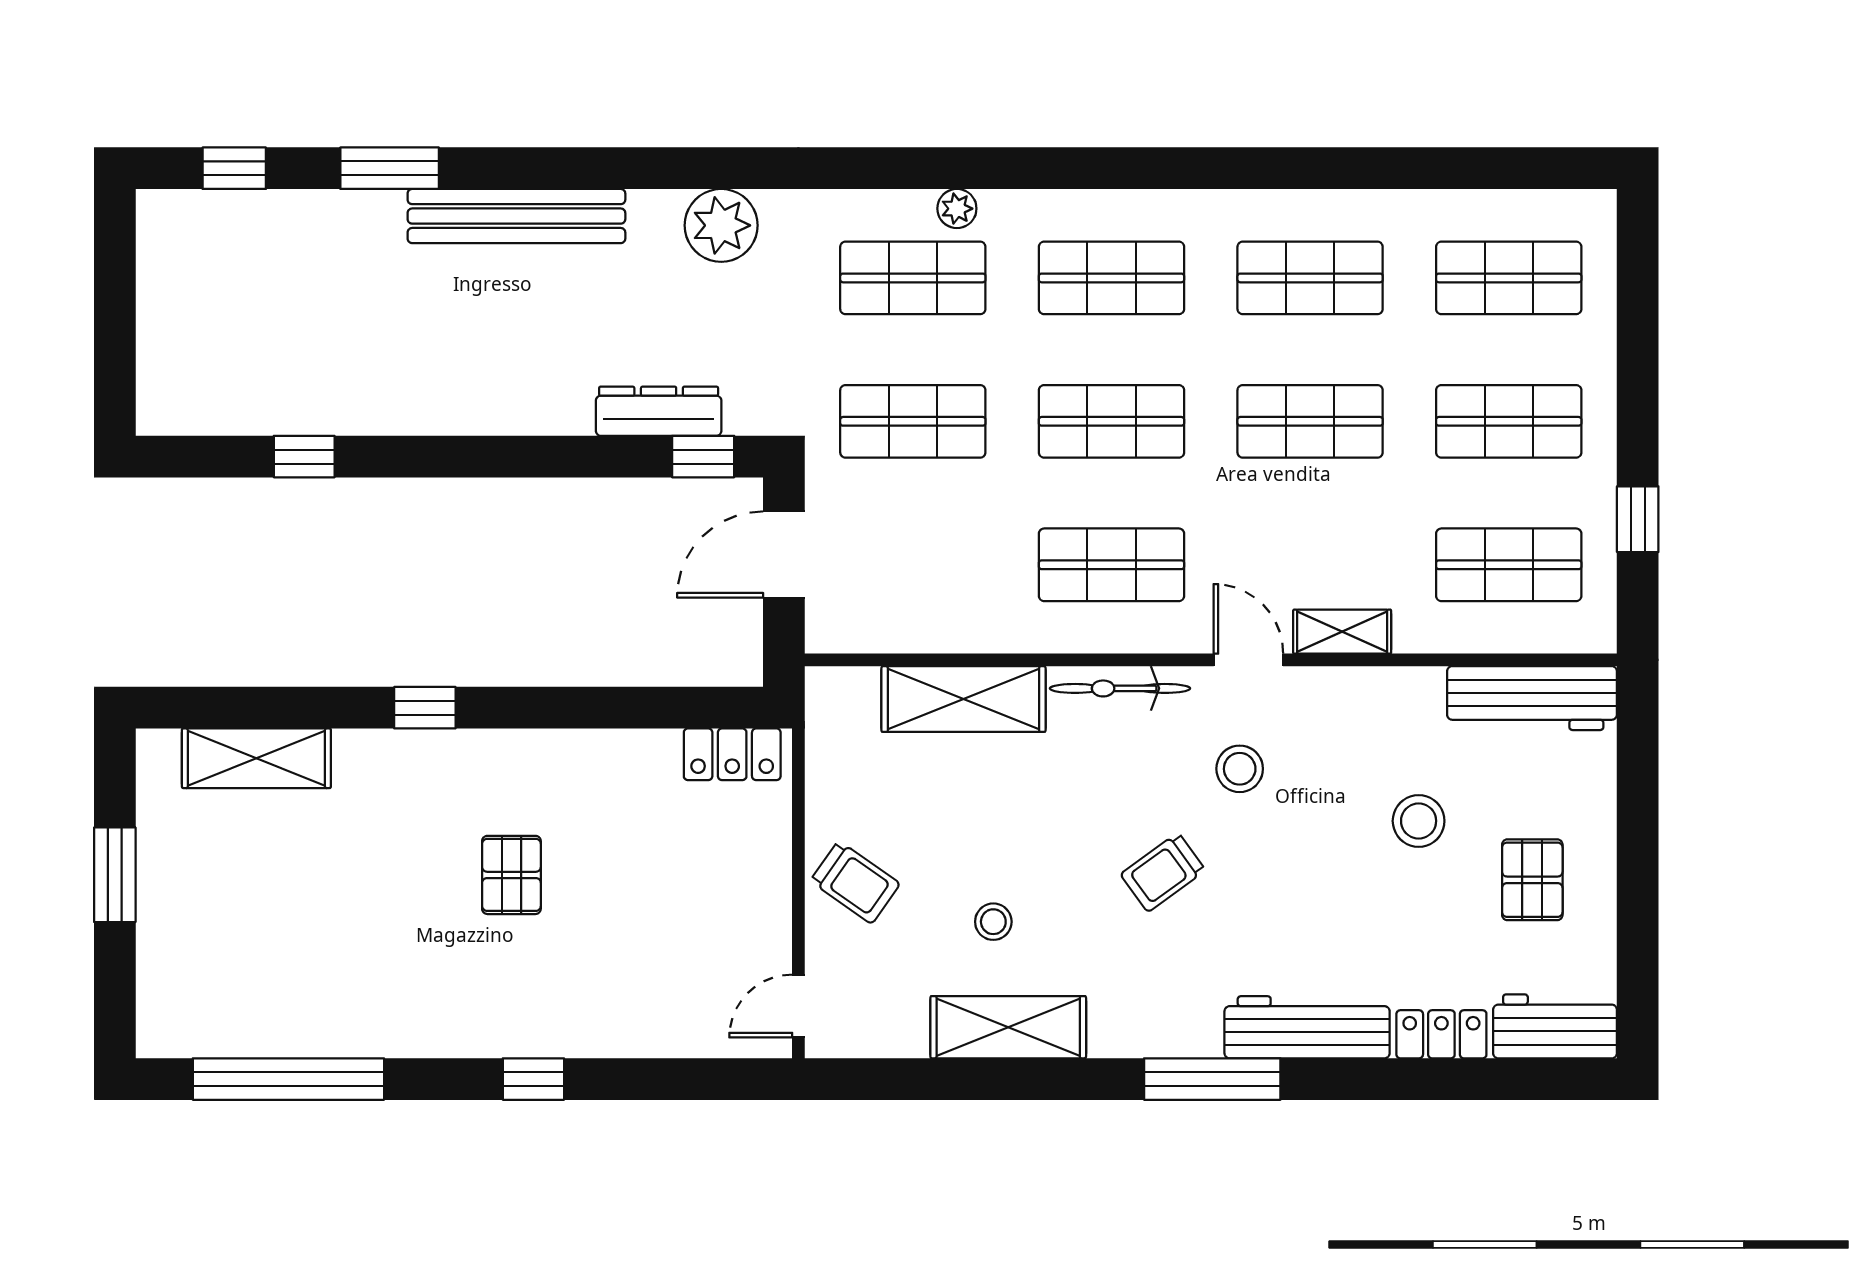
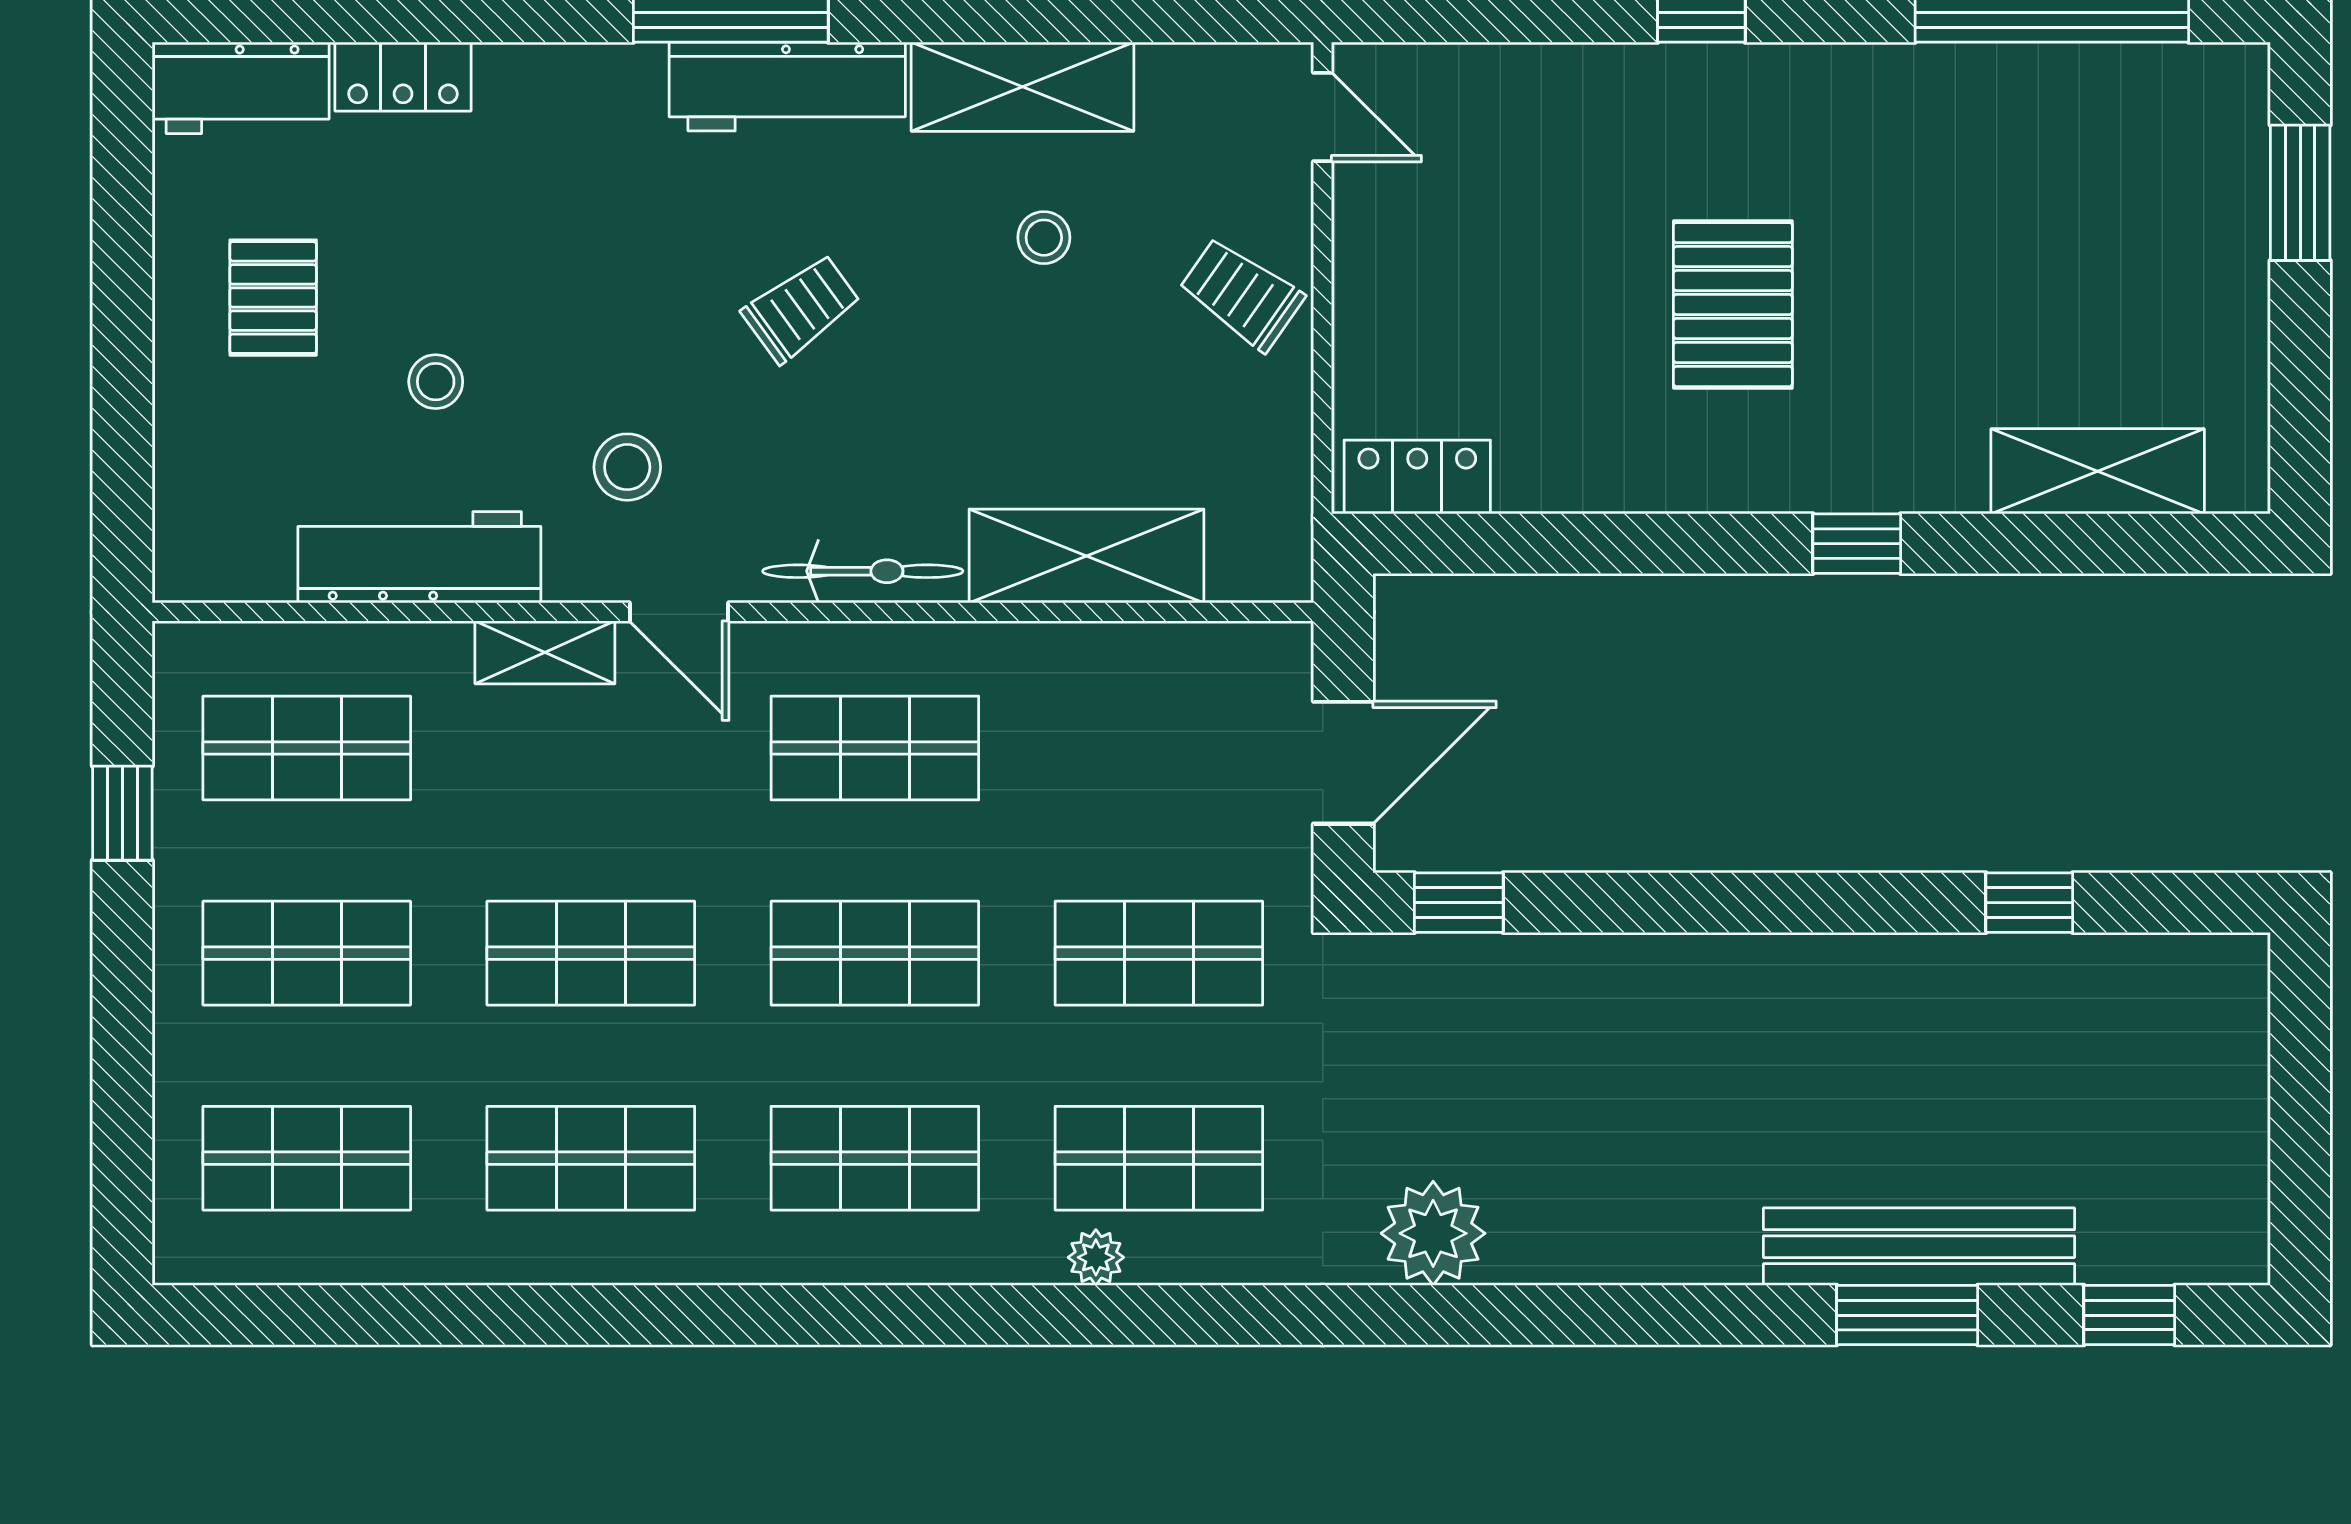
bench: (516, 216) -> (1919, 1247), moved
dresser: (659, 411) -> (1522, 967), removed
workbench: (1532, 698) -> (419, 557), moved
stool: (1240, 769) -> (627, 467), moved
stool: (1419, 821) -> (436, 382), width x0.73, depth x0.73
window: (115, 875) -> (2300, 193), moved
pallet: (511, 875) -> (1733, 305), width x1.50, depth x1.42
door: (798, 1006) -> (1323, 117), hinge flipped
workbench: (1307, 1027) -> (787, 87), moved

